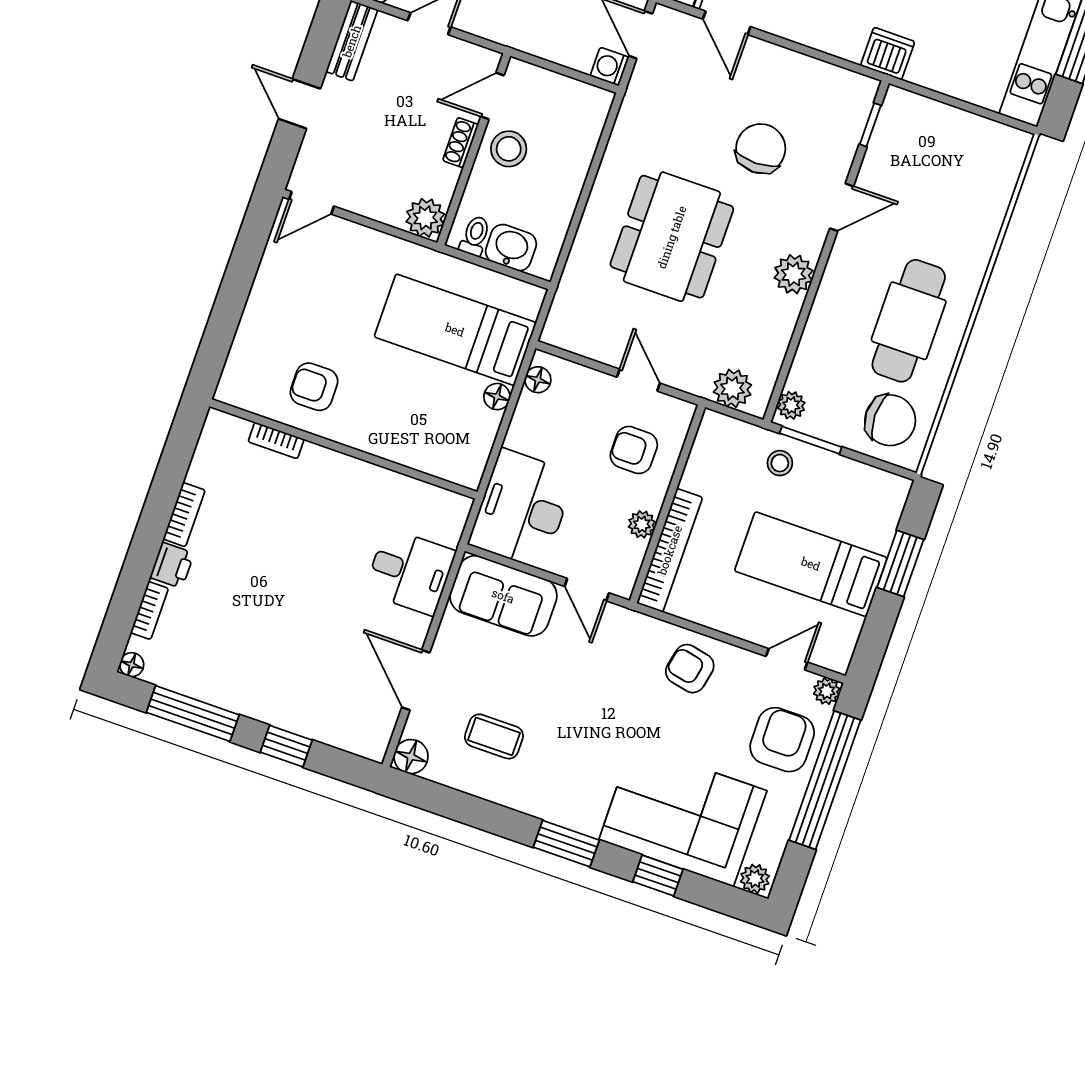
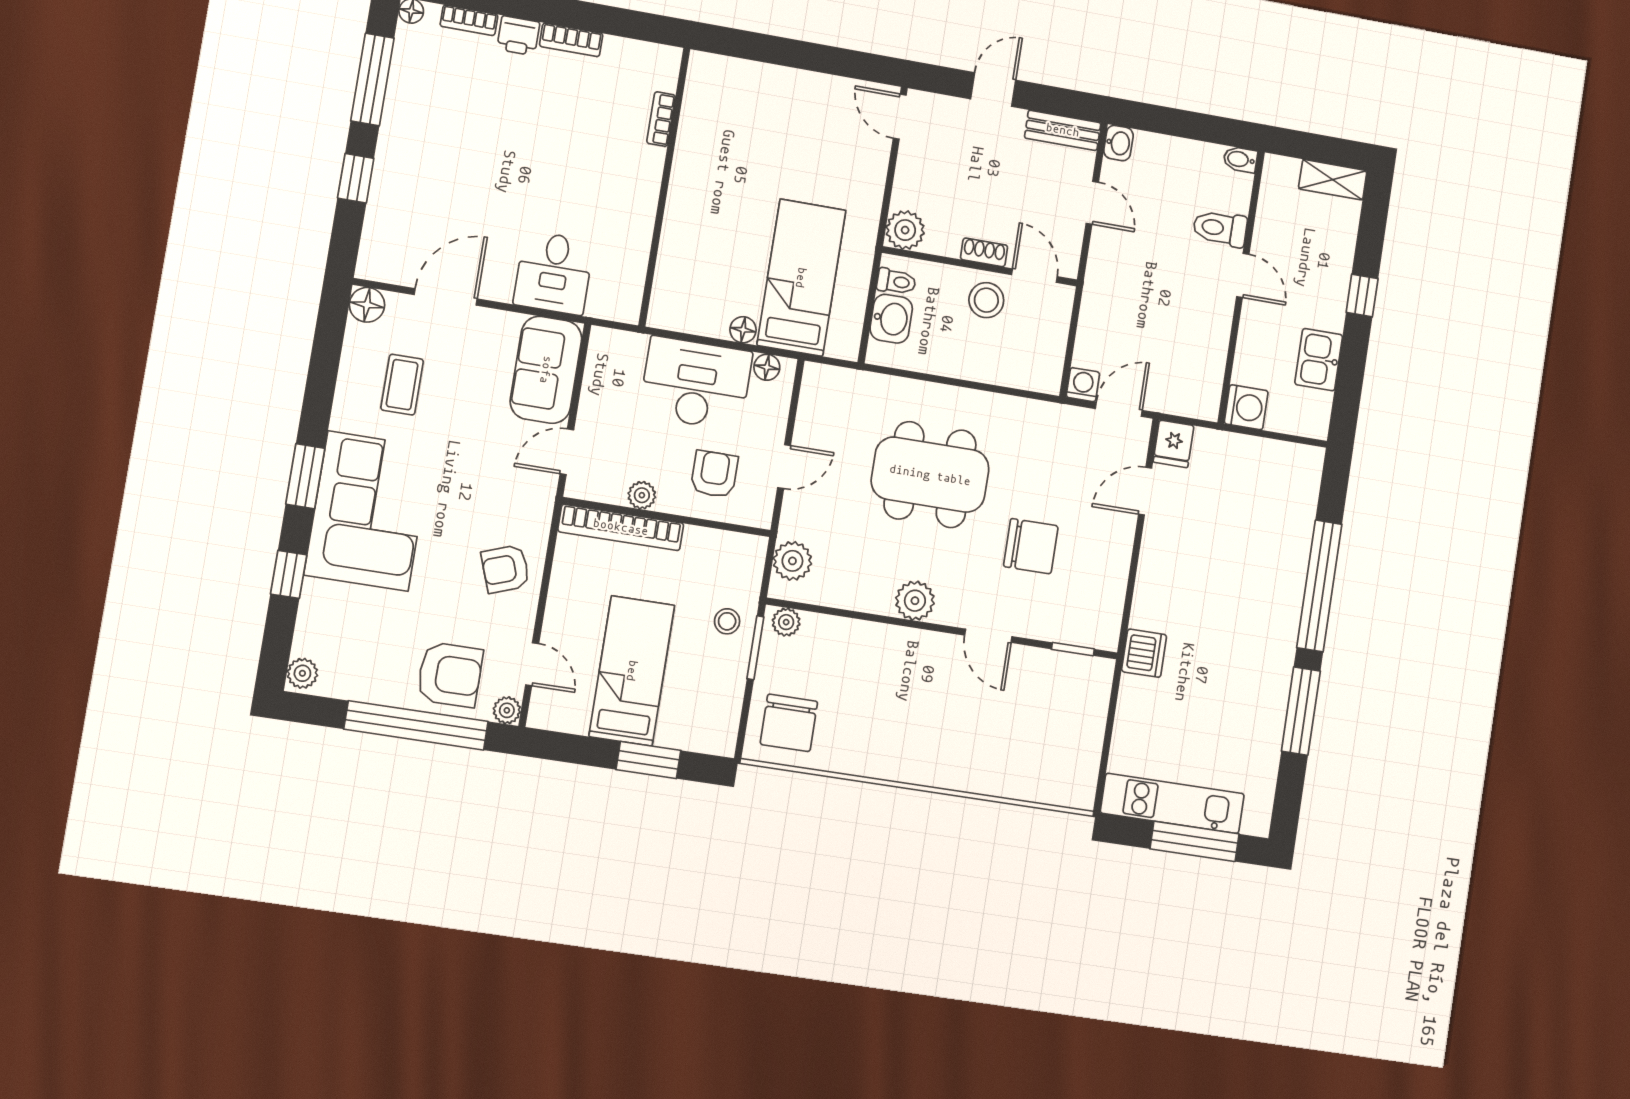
cafe table: (909, 321) -> (890, 723), removed
armchair: (314, 387) -> (721, 148), removed
desk: (522, 509) -> (696, 383), moved
armchair: (690, 669) -> (505, 569), turned -122
corner sofa: (683, 815) -> (368, 511), moved

